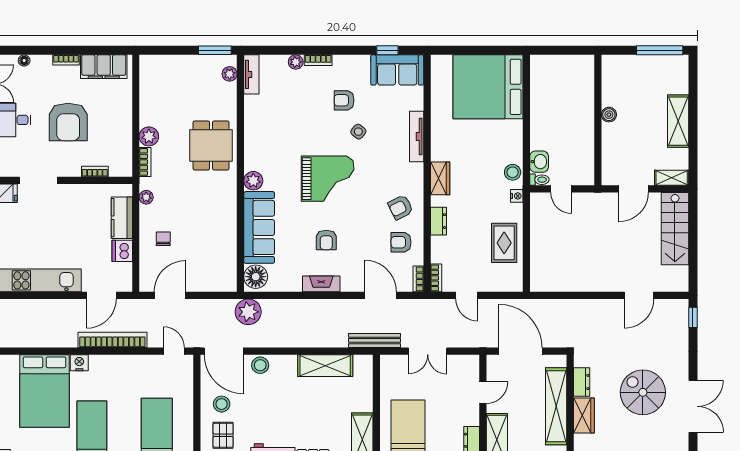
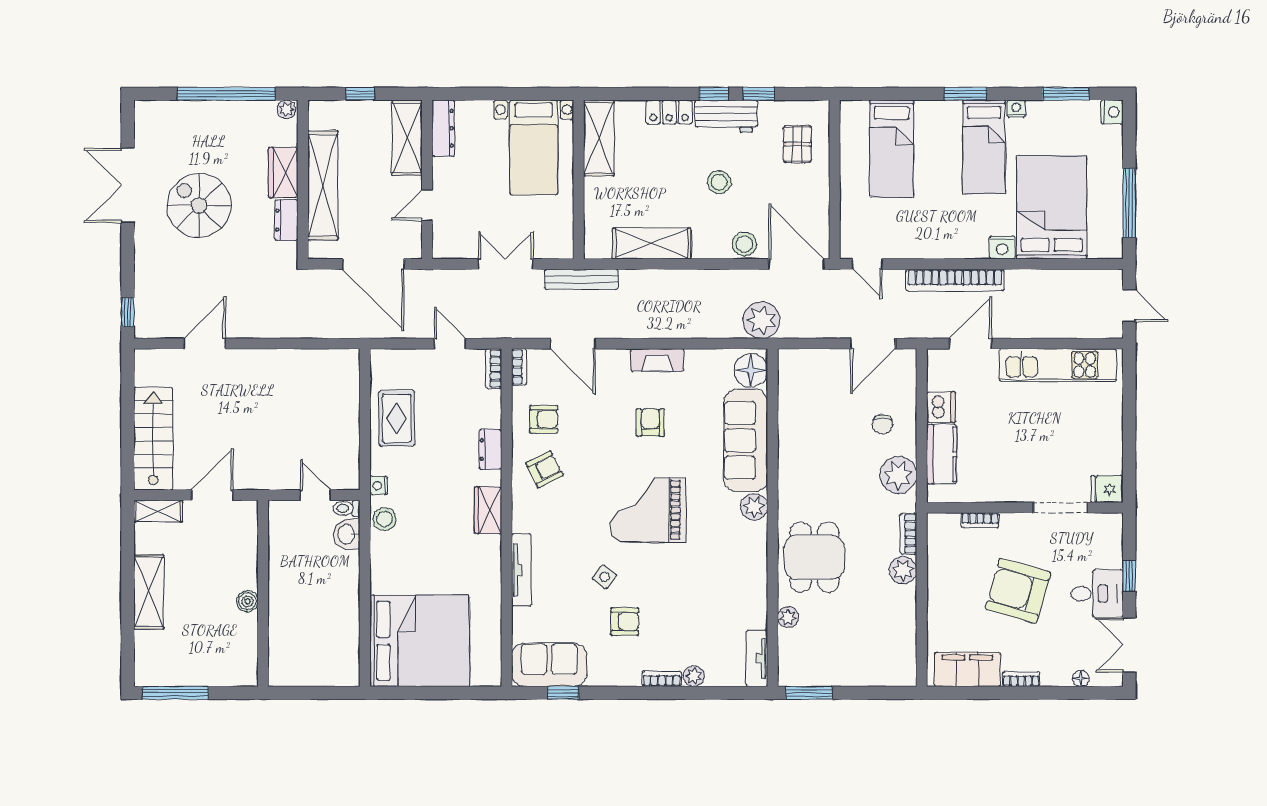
plant: (230, 74) -> (788, 617), moved
armchair: (68, 122) -> (1018, 591), turned -74
plant: (146, 197) -> (898, 475), width x1.88, depth x1.88
spiral stairs: (643, 392) -> (199, 205), turned 180
stool: (222, 404) -> (719, 182), moved

